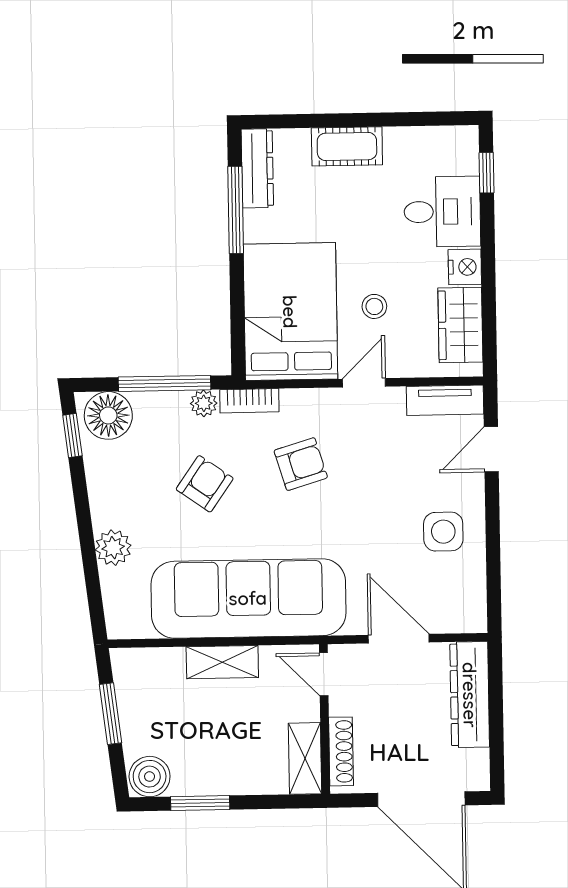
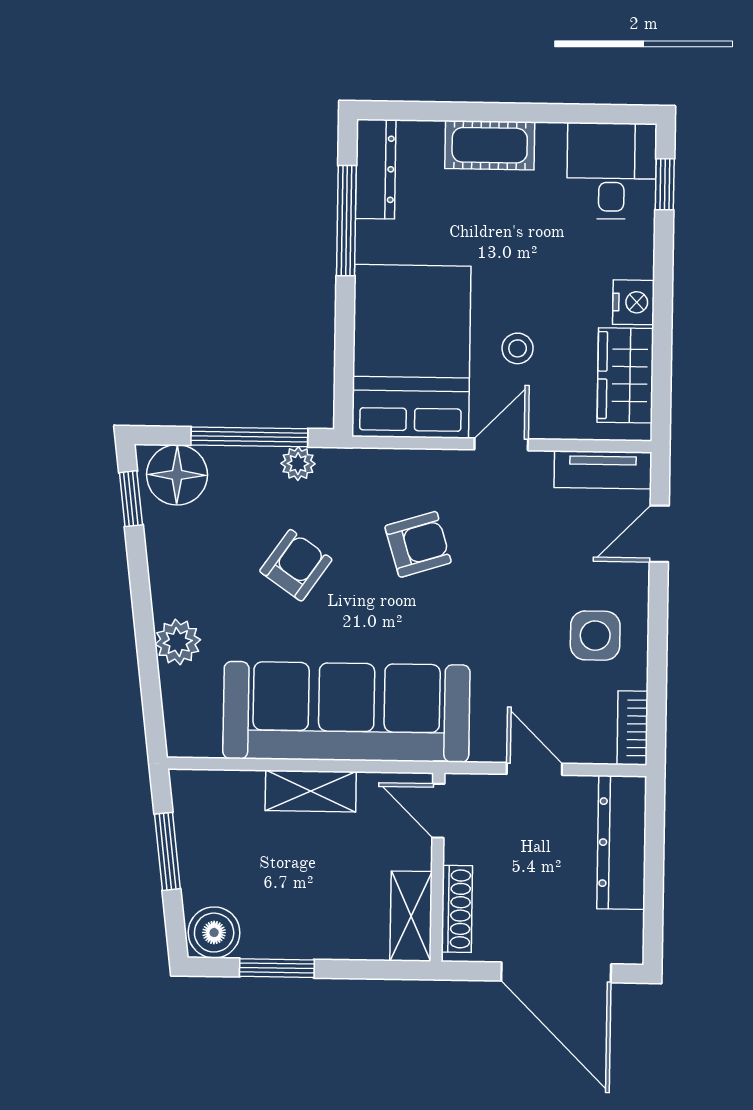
desk: (442, 212) -> (612, 171), moved, turned -90
bookcase: (249, 401) -> (632, 728), moved, turned 90
door: (399, 639) -> (534, 769), width x0.73

